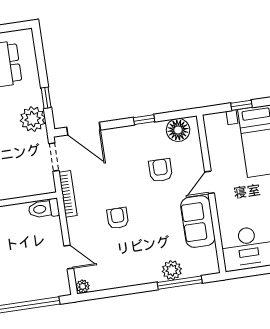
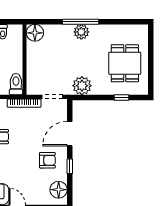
window: (46, 98) -> (121, 98), moved
door: (84, 129) -> (70, 134), moved
armchair: (161, 170) -> (47, 160), moved

